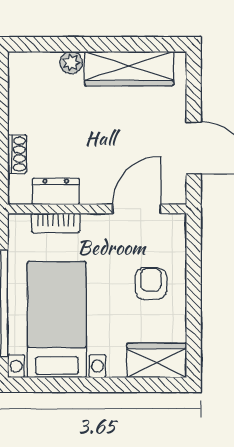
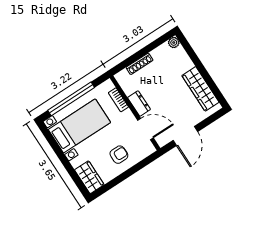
plant: (71, 63) -> (174, 43), moved
shoe rack: (17, 154) -> (140, 64), width x1.43
dresser: (56, 191) -> (139, 104), moved

